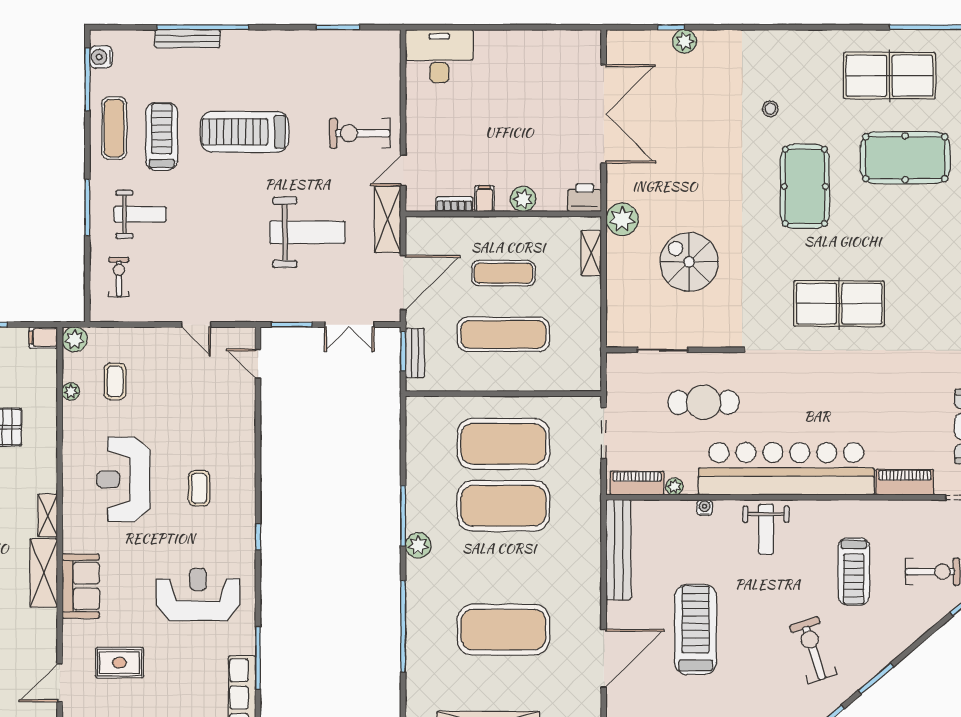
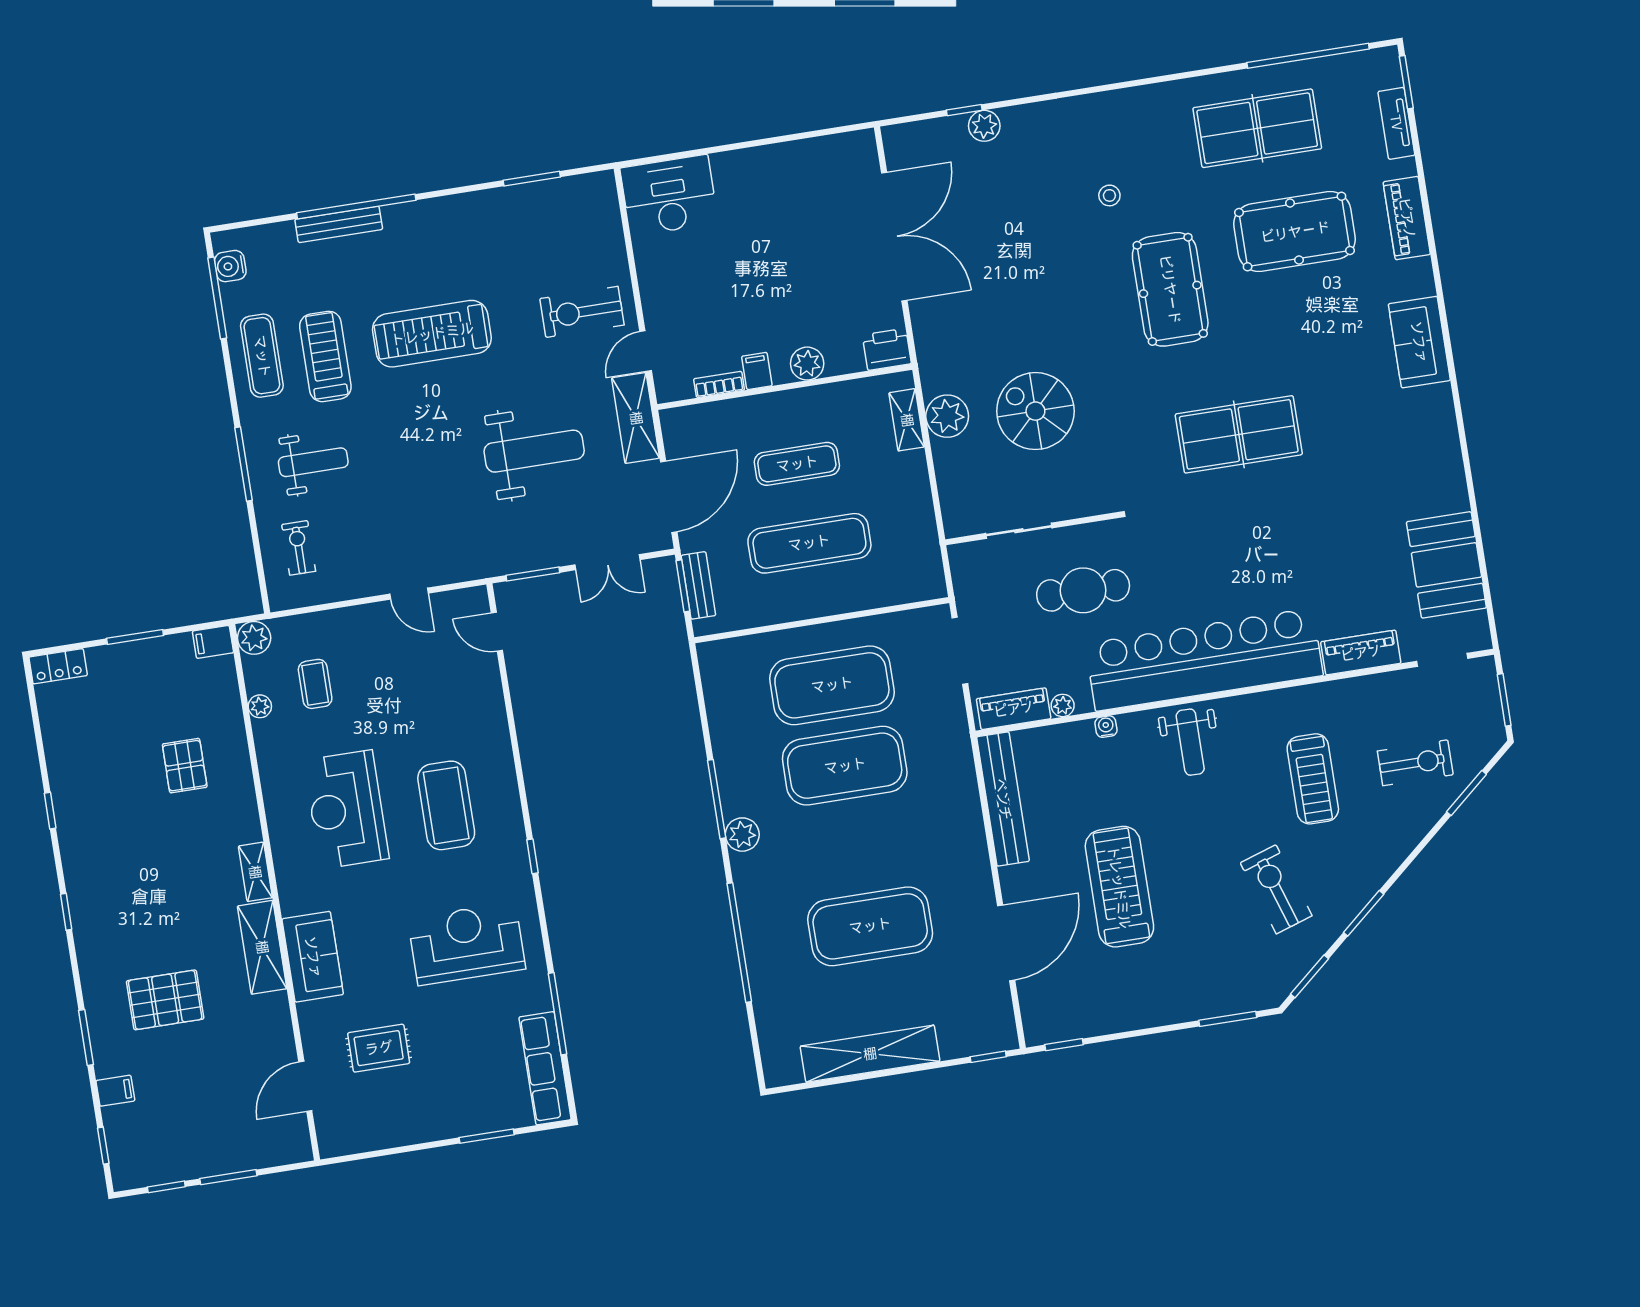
plant: (622, 219) -> (947, 416), moved
coffee table: (199, 488) -> (446, 805), width x1.86, depth x1.72

